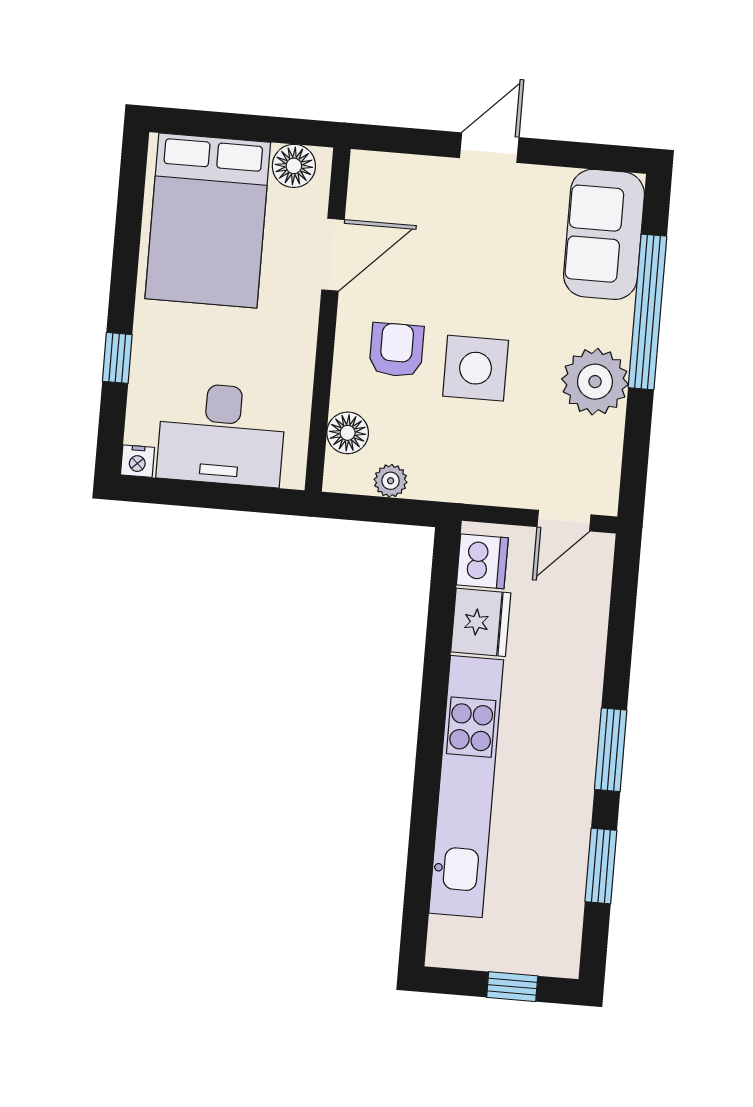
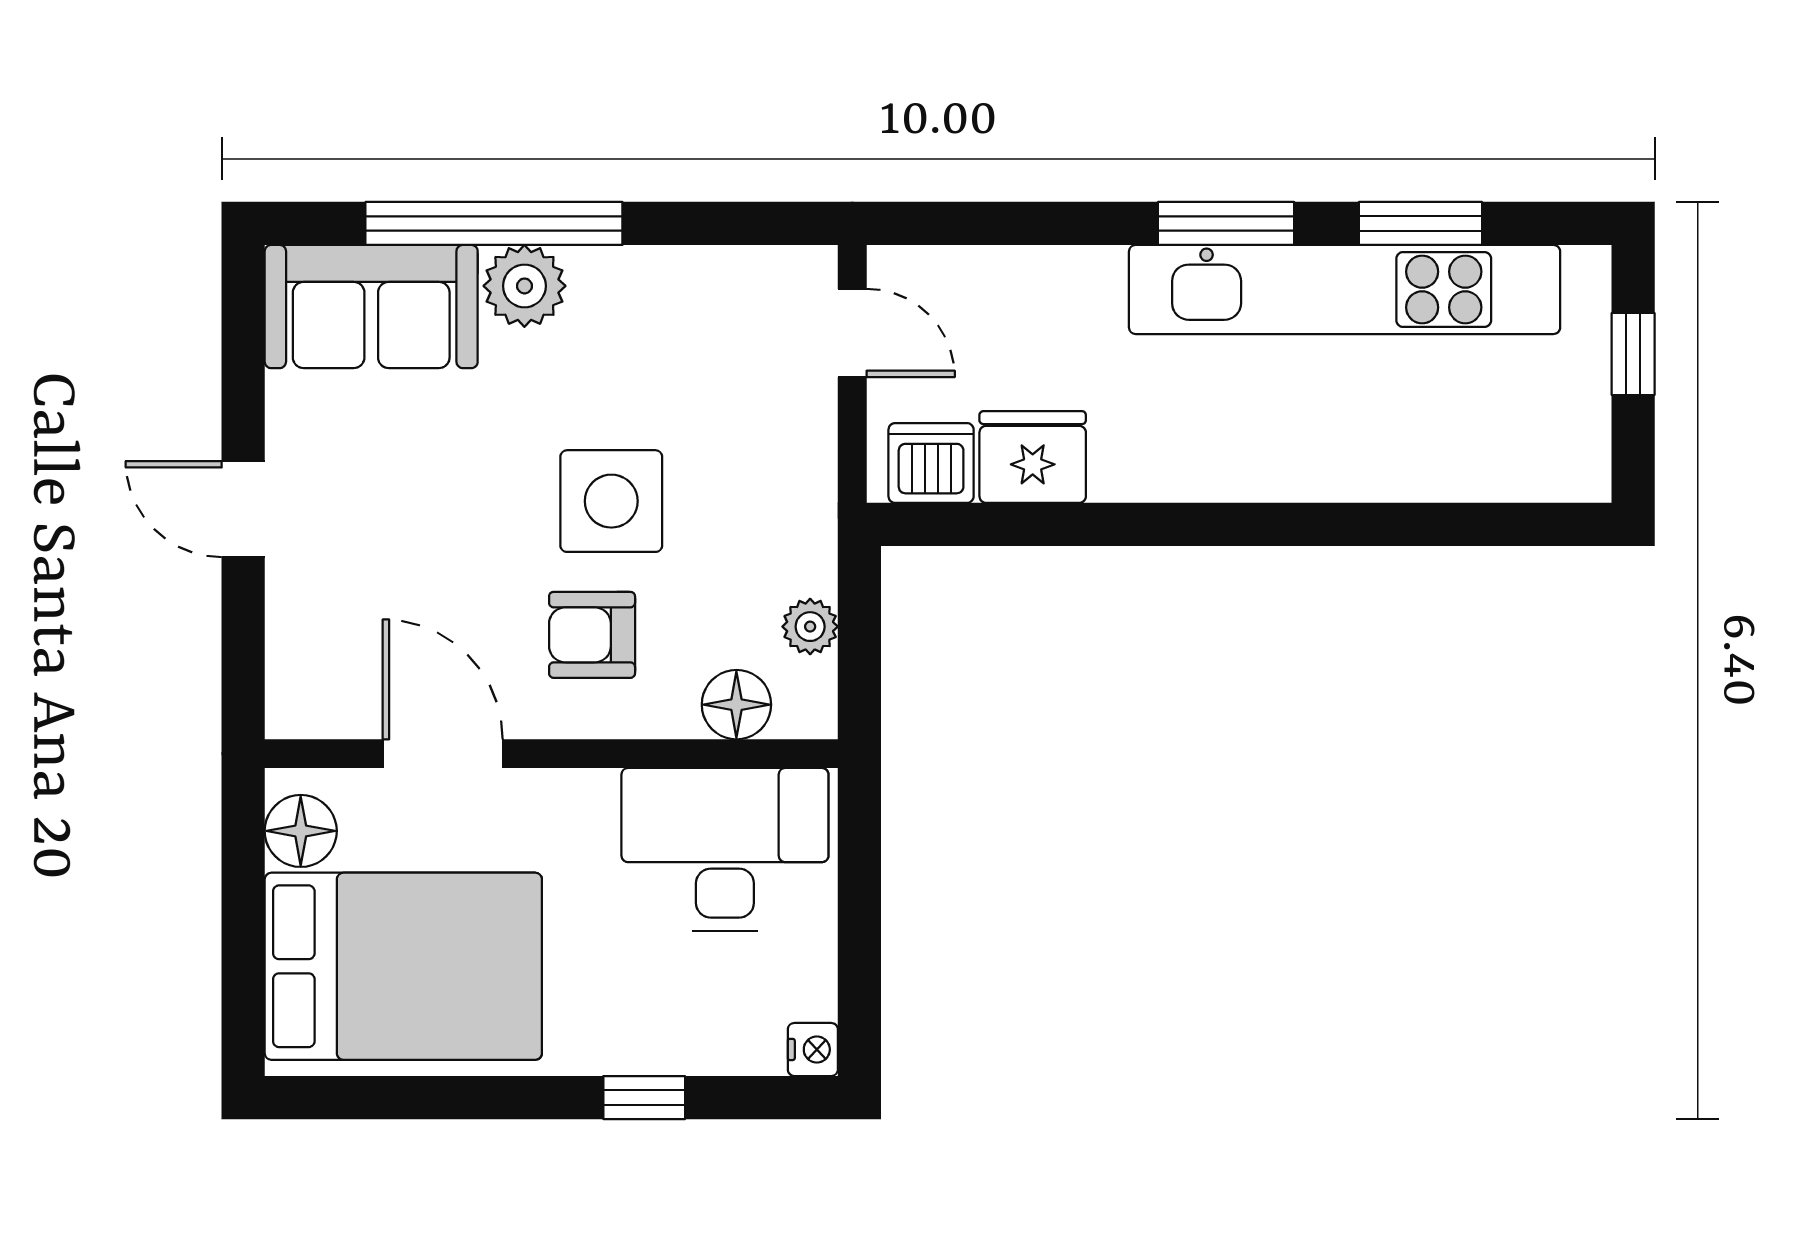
plant: (595, 382) -> (524, 286), moved, width x0.73, depth x0.73
desk: (221, 434) -> (725, 849), moved, turned -90
kitchen unit: (466, 786) -> (1345, 290), moved, turned 180

